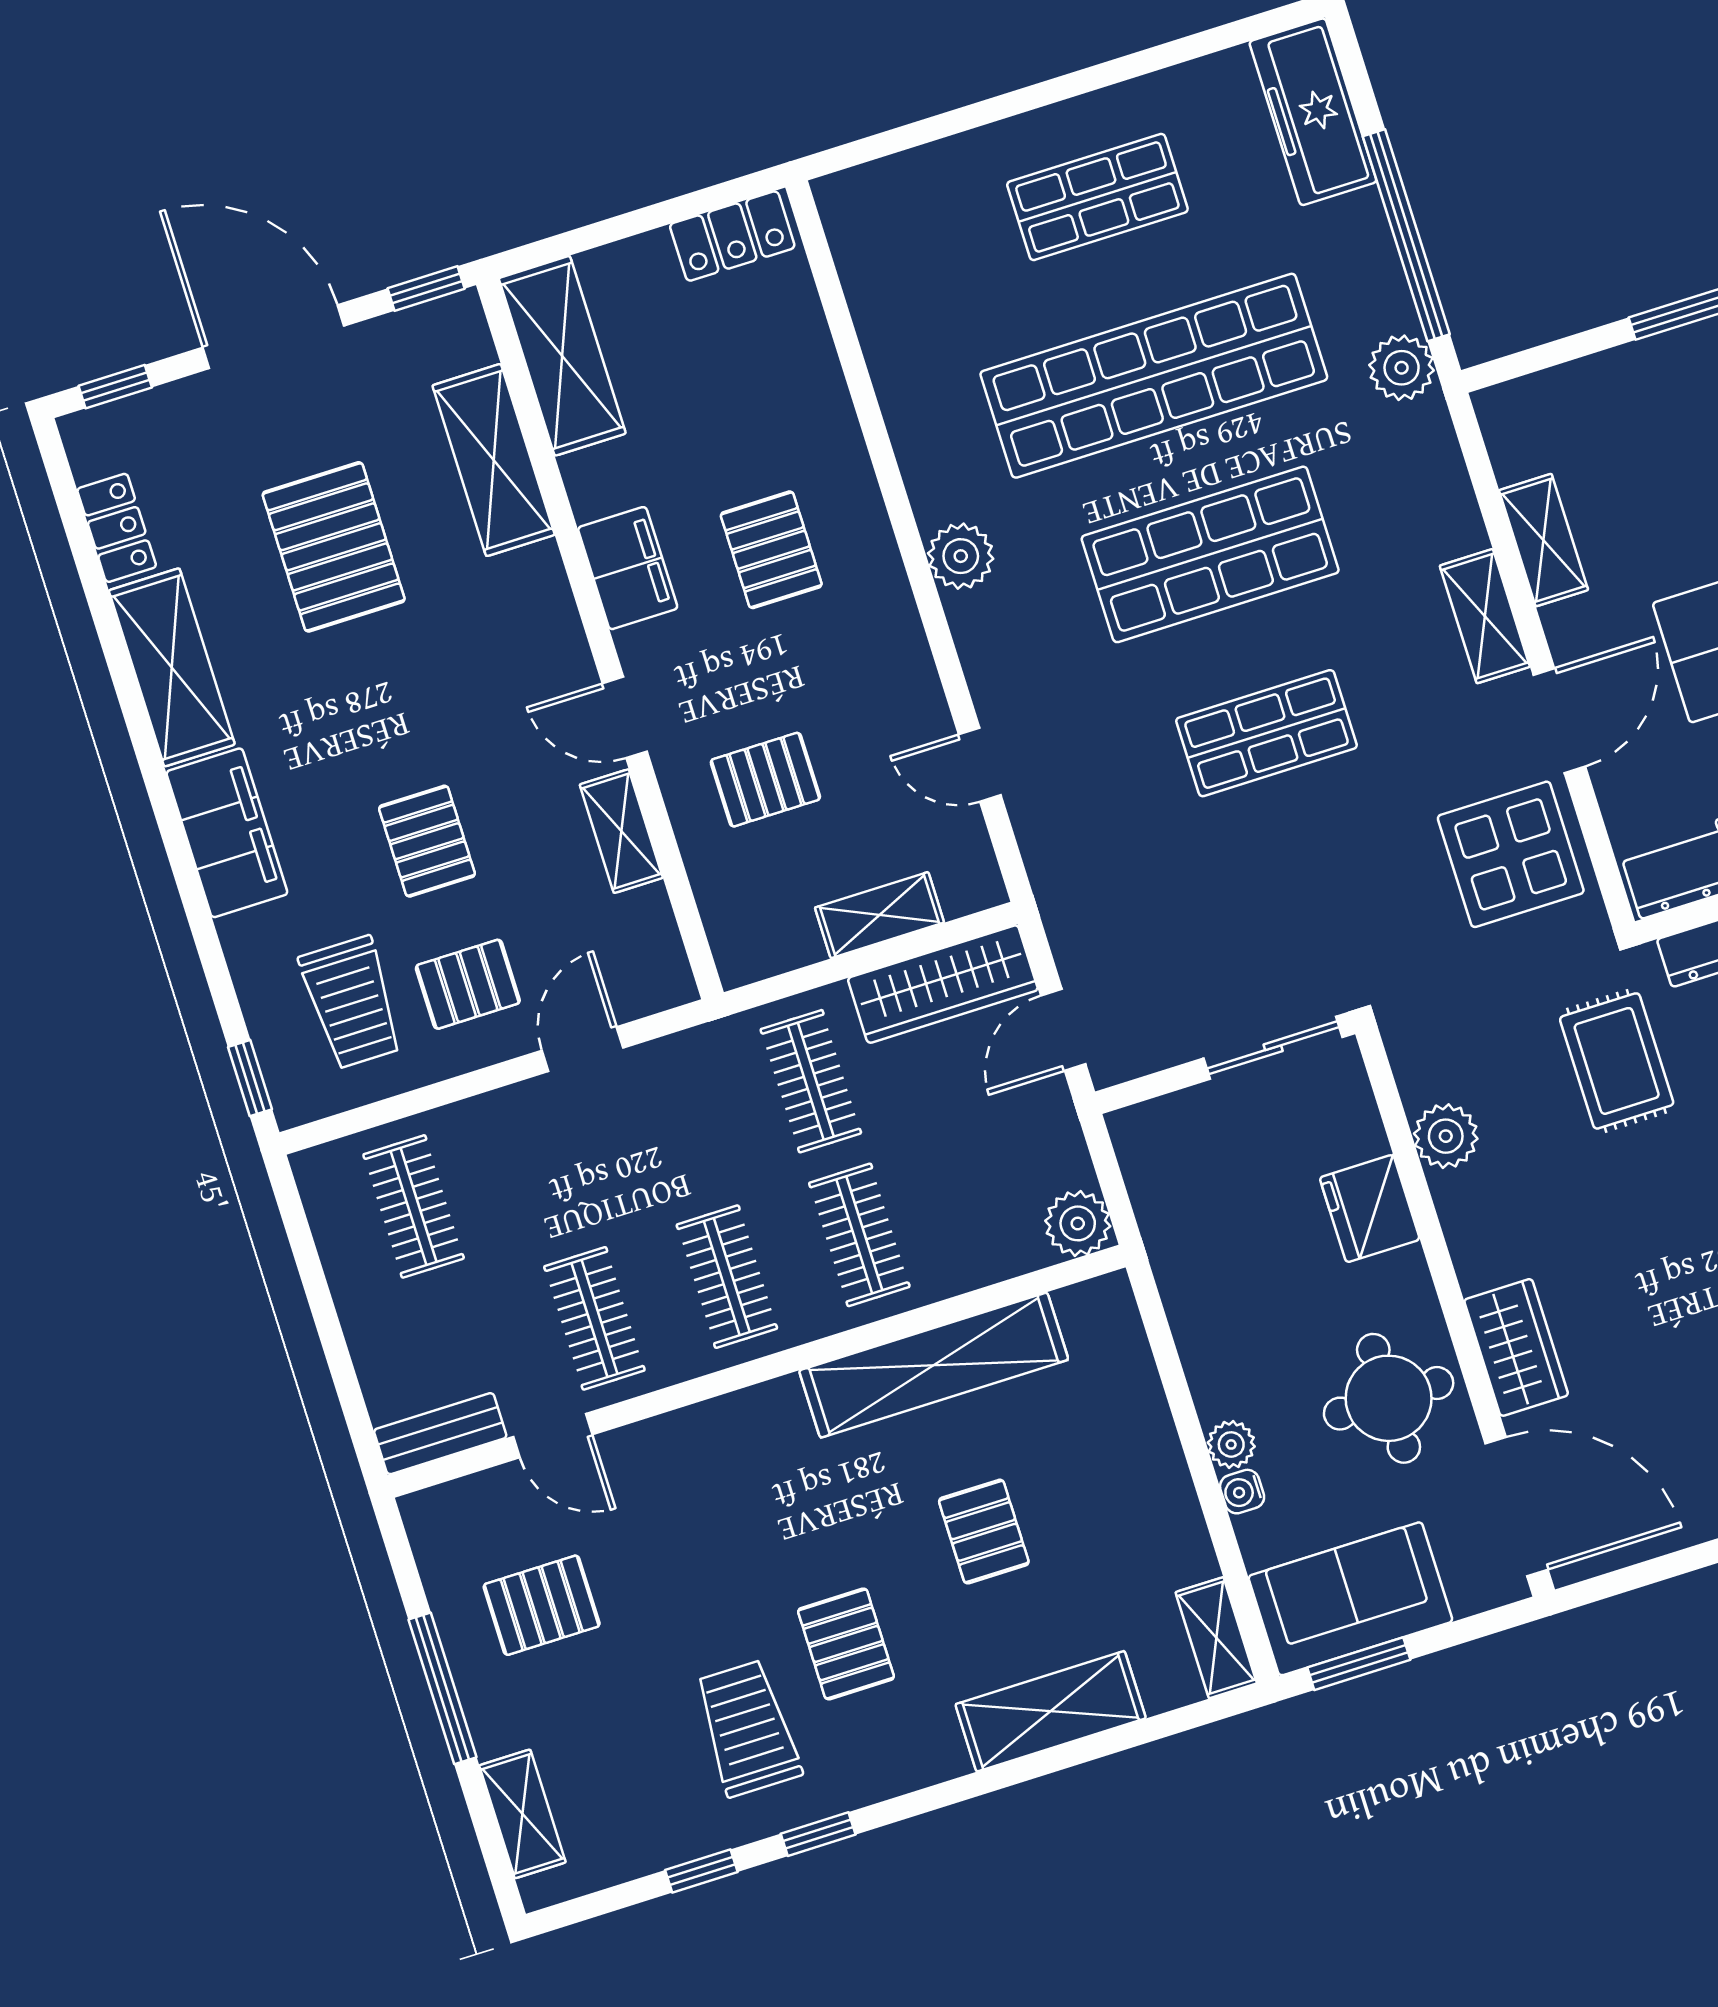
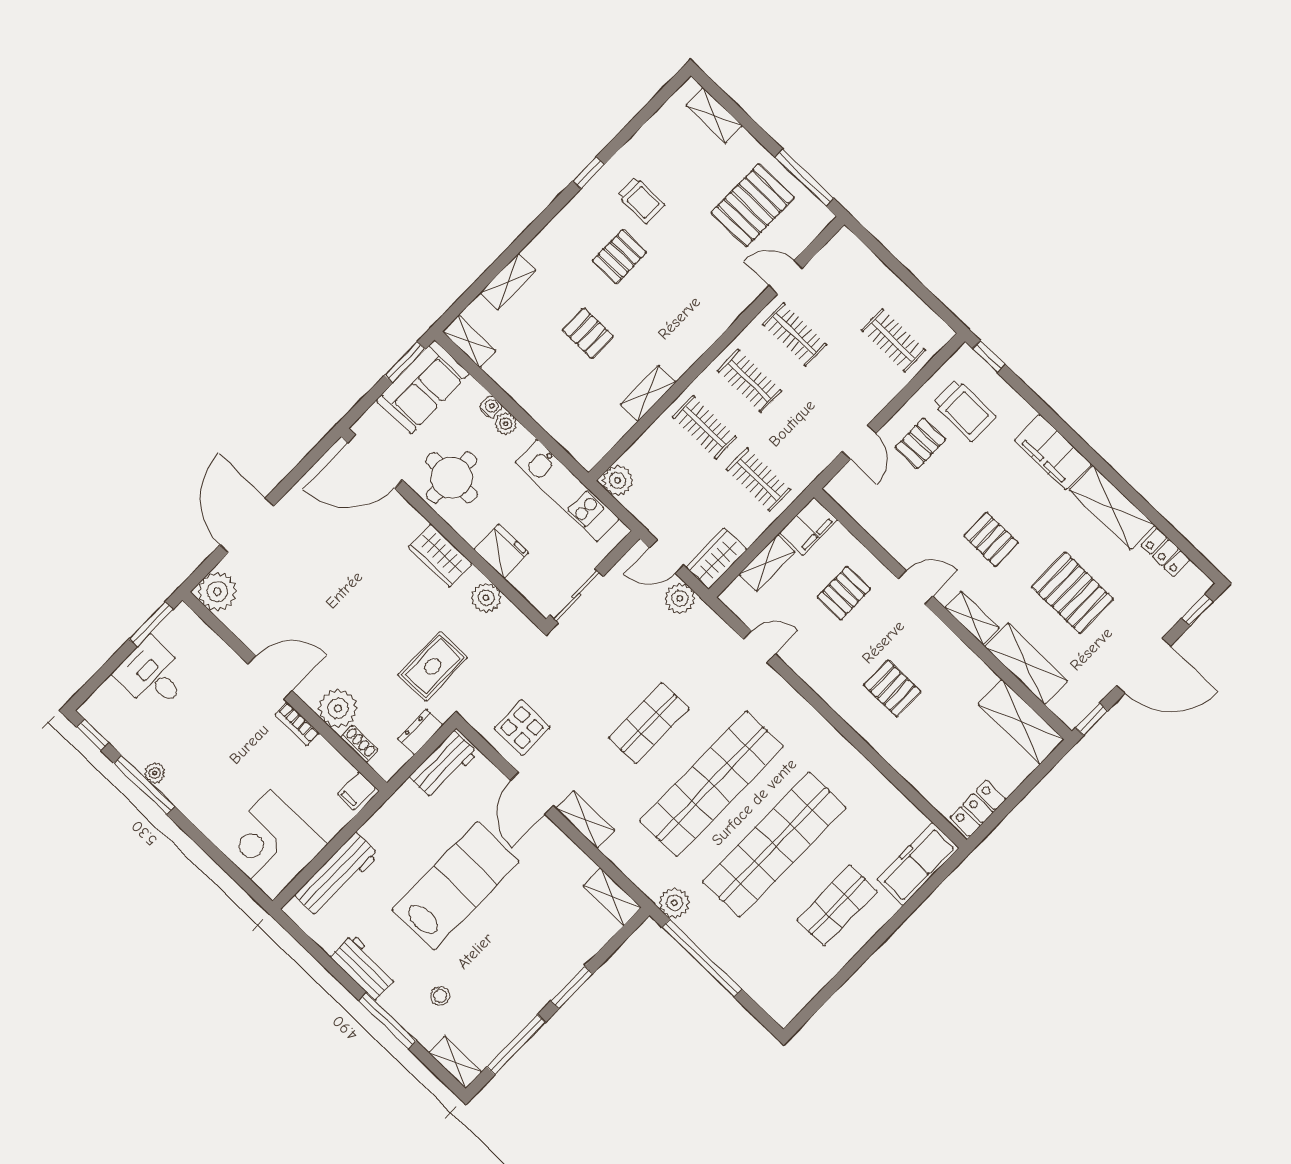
freezer: (1313, 112) -> (918, 864), moved, turned -90
shelving: (1544, 540) -> (612, 897), moved
shop shelf: (1210, 554) -> (712, 784), width x1.40
plant: (961, 556) -> (680, 598), moved
filing cabinet: (628, 568) -> (808, 526), moved, turned -90
shelving: (621, 831) -> (972, 618), moved
pallet: (427, 841) -> (991, 539), moved
display table: (1511, 854) -> (522, 728), width x0.73, depth x0.73
wardrobe: (943, 984) -> (716, 559), width x0.67
trolley: (352, 1002) -> (964, 410), turned 180
door: (1063, 1030) -> (666, 557), swing flipped
rug: (1617, 1061) -> (433, 666), turned 90
kitchen unit: (1183, 1256) -> (567, 490), added
wardrobe: (1516, 1347) -> (440, 555), moved
shelving: (934, 1365) -> (648, 393), width x0.45, depth x0.75
bench: (440, 1434) -> (832, 253), removed
pallet: (542, 1605) -> (753, 205), width x1.50, depth x1.42
pallet: (846, 1644) -> (619, 257), turned 90
window: (442, 1688) -> (804, 178), moved
shelving: (1051, 1711) -> (508, 281), width x0.67, depth x0.75
trolley: (747, 1728) -> (641, 200), width x0.73, depth x0.72
window: (701, 1871) -> (628, 132), removed

